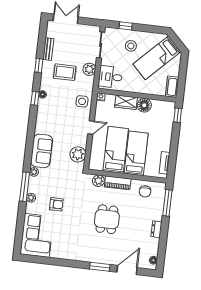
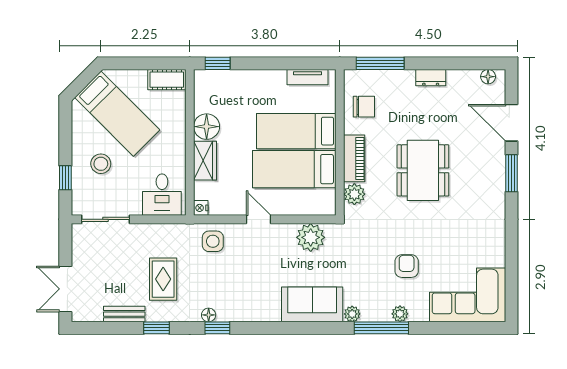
plant: (89, 69) -> (153, 235), removed
dining table: (107, 219) -> (423, 170), width x1.38

